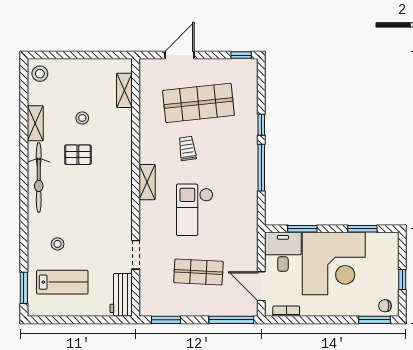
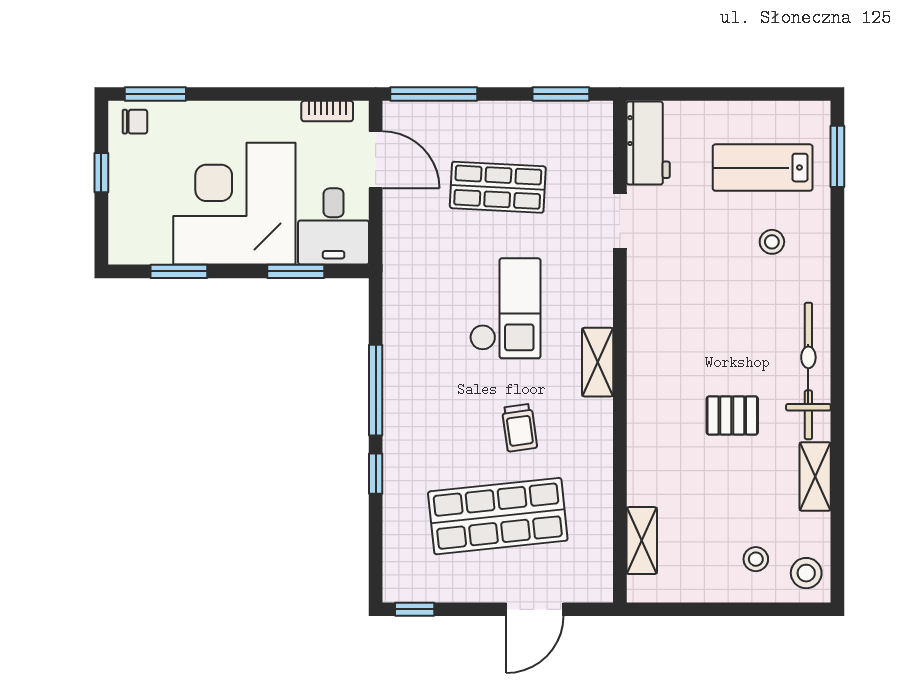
stool: (82, 118) -> (756, 559), moved

